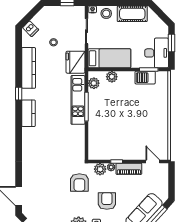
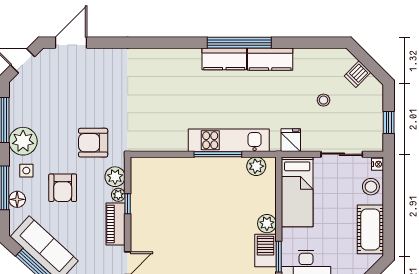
dishwasher: (31, 29) -> (358, 74), moved
fridge: (76, 62) -> (291, 140), width x0.53, depth x0.75
kitchen counter: (29, 68) -> (270, 59), width x0.67
plant: (112, 77) -> (267, 224), moved
window: (19, 94) -> (239, 43), width x3.17
kitchen counter: (28, 113) -> (224, 59), moved
armchair: (107, 201) -> (63, 188), turned 90

